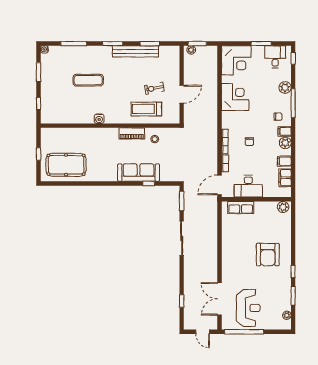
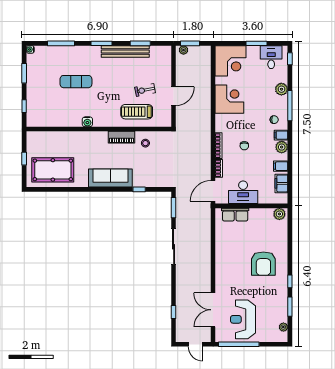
sofa: (139, 173) -> (110, 178), moved
reception desk: (248, 308) -> (243, 319), turned 180

